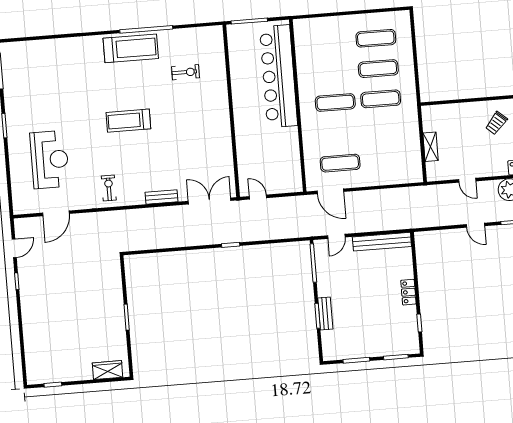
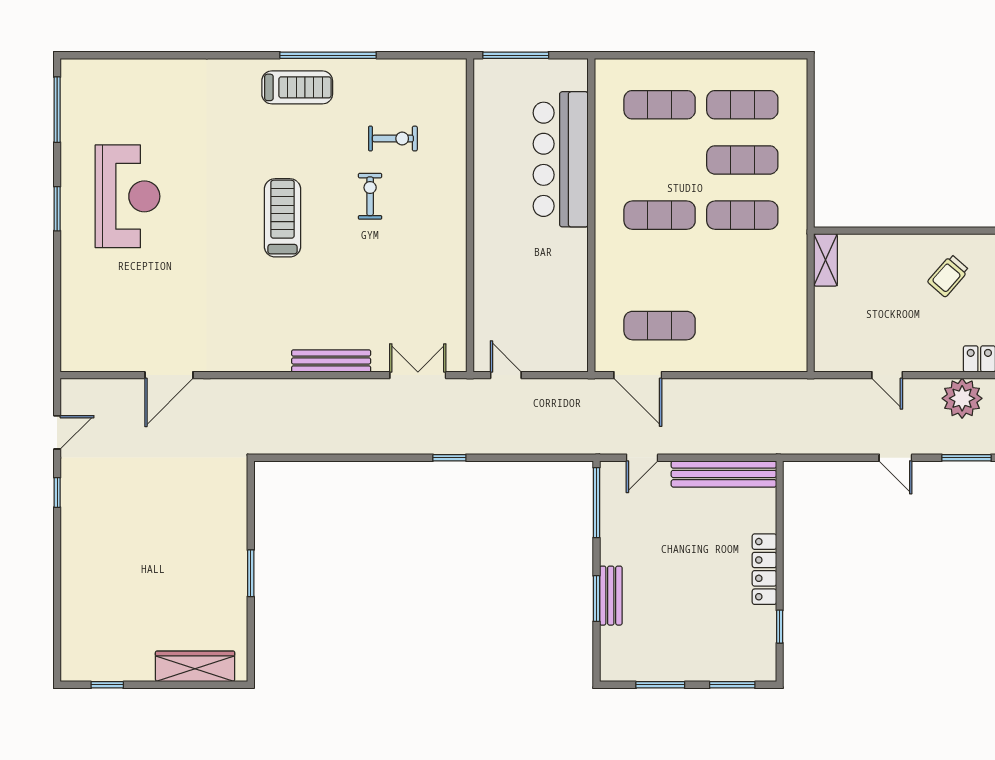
exercise mat: (330, 42) -> (660, 105), added
treadmill: (131, 48) -> (297, 87), width x0.73, depth x0.73
bar counter: (279, 76) -> (561, 159), width x0.73
treadmill: (128, 121) -> (282, 218), turned 90
shelving: (430, 147) -> (826, 260), moved
reception desk: (50, 160) -> (128, 196), moved
exercise bike: (109, 188) -> (370, 196), moved
bench: (161, 197) -> (331, 361), width x1.36
double door: (210, 201) -> (418, 375), width x0.73
door: (56, 213) -> (169, 375), moved
locker: (408, 292) -> (764, 569), width x1.53
wardrobe: (108, 370) -> (195, 666), width x1.50

